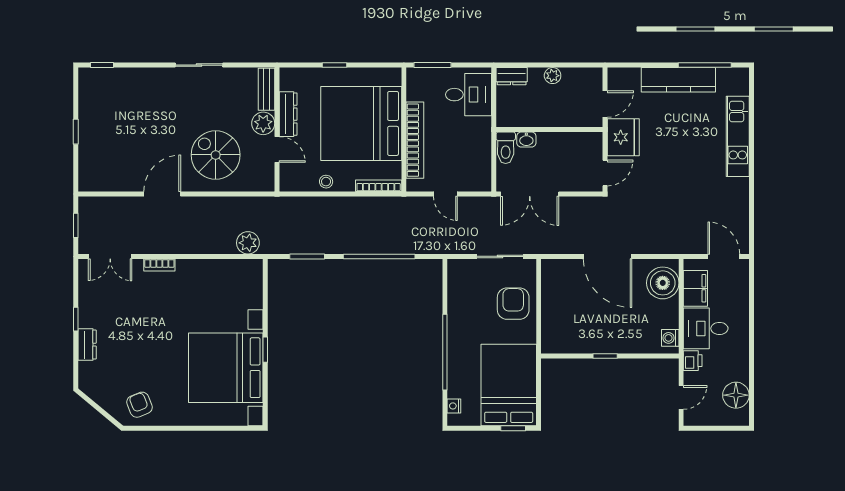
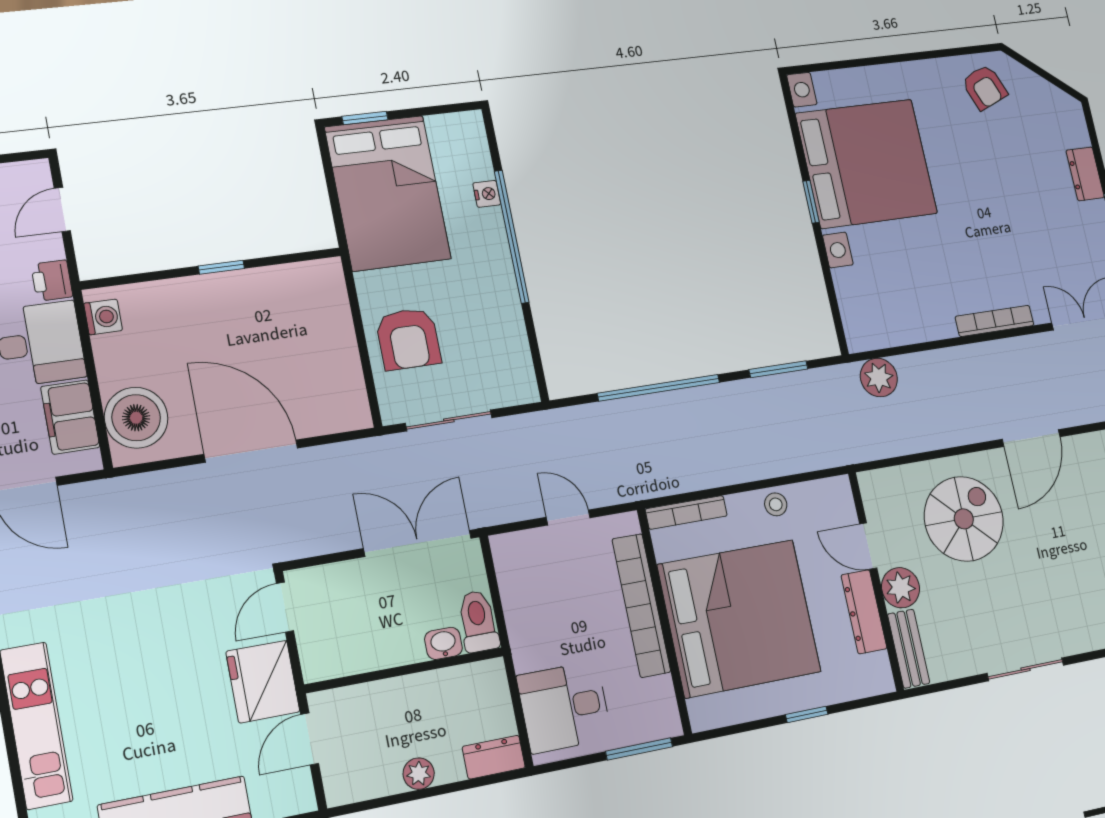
spiral stairs: (216, 155) -> (964, 519), turned -90
bookcase: (159, 265) -> (995, 321), width x1.56
nightstand: (454, 406) -> (487, 194), moved

